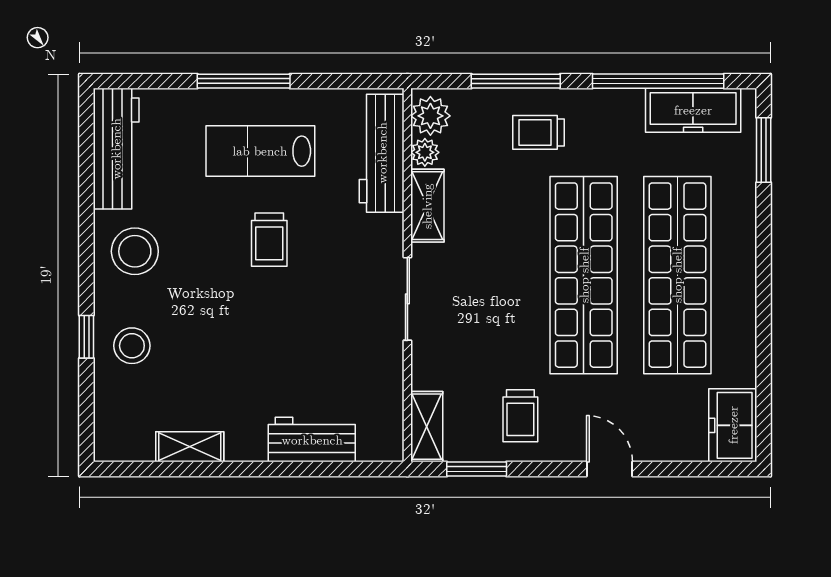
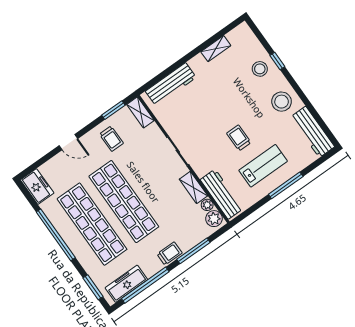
trolley: (539, 132) -> (170, 254), moved
window: (764, 305) -> (56, 235), added
trolley: (520, 416) -> (111, 139), turned 180
workbench: (312, 440) -> (171, 84), width x1.38

